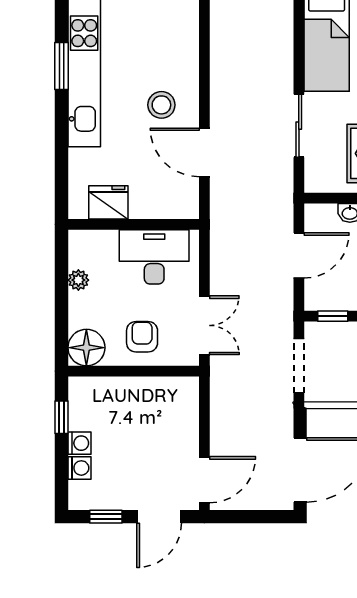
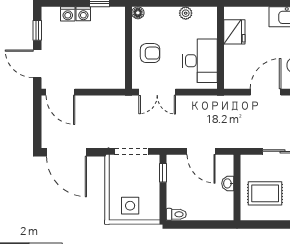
floor lamp: (86, 348) -> (138, 13), width x0.53, depth x0.53

